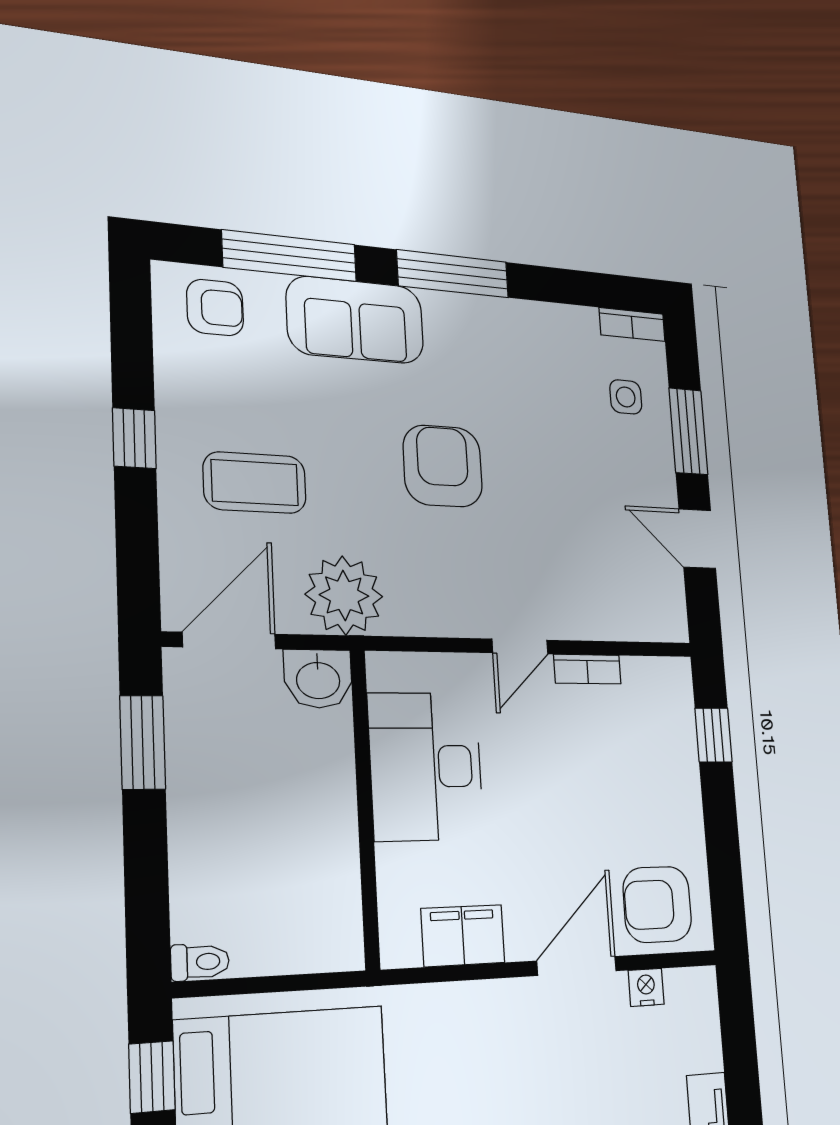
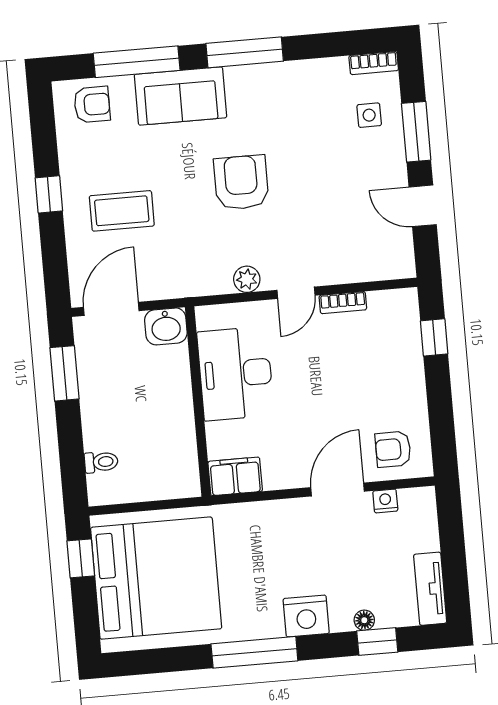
plant: (344, 595) -> (247, 279), moved, width x0.53, depth x0.53
armchair: (657, 904) -> (393, 449), width x0.72, depth x0.72
filing cabinet: (463, 936) -> (235, 476), moved
toilet: (200, 962) -> (101, 462), moved

